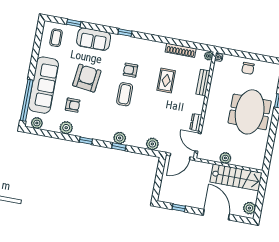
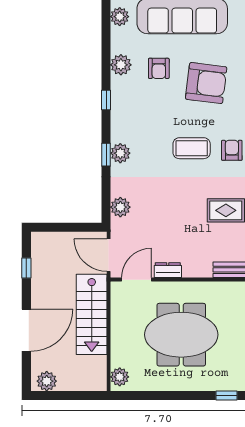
meeting table: (250, 112) -> (181, 335), moved
plant: (225, 158) -> (120, 377), moved
stairs: (236, 177) -> (92, 314), moved

